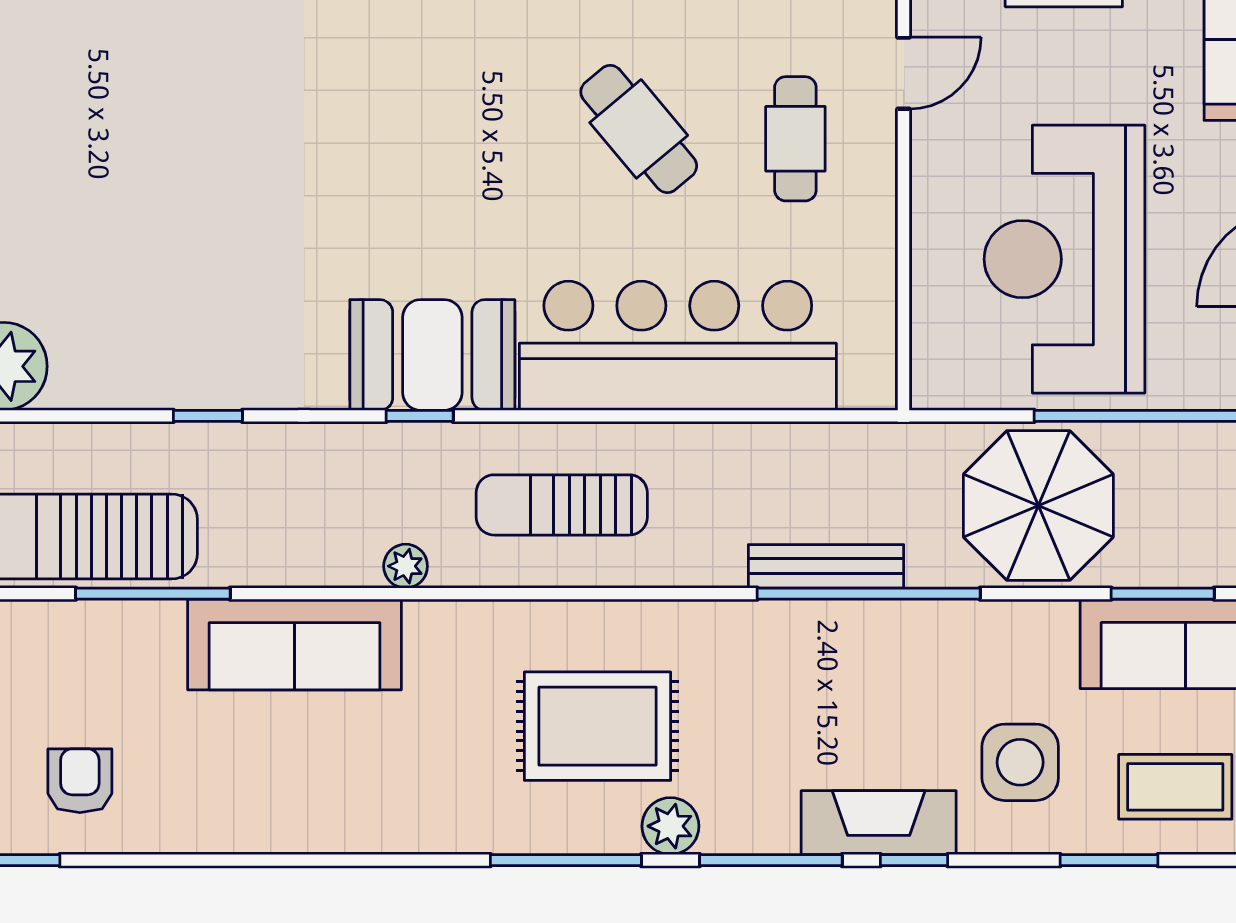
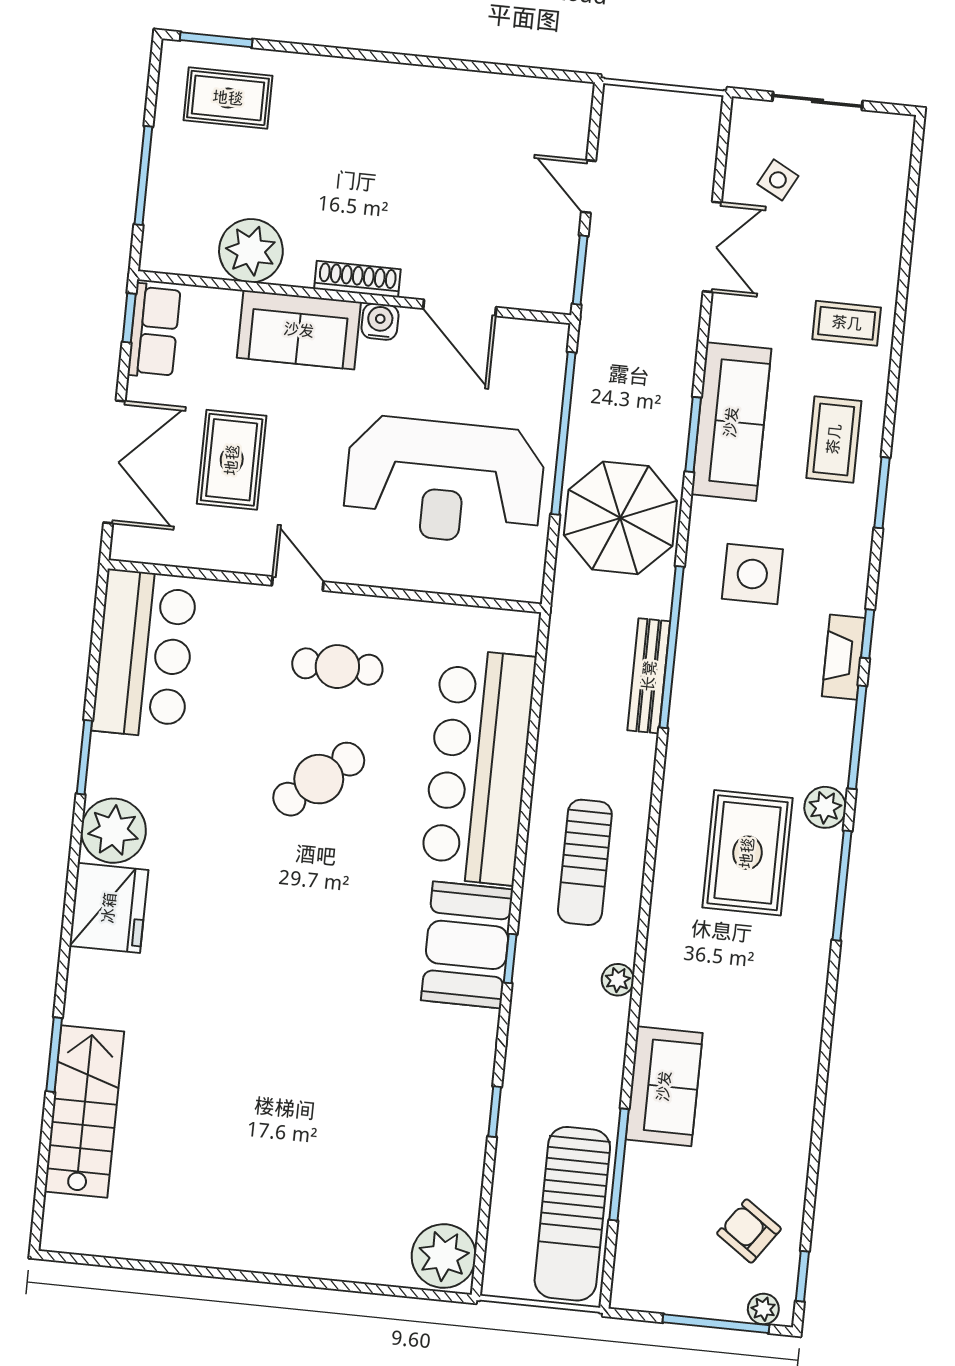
sofa: (294, 645) -> (664, 1086), width x0.73
side table: (1020, 762) -> (752, 574), moved
armchair: (80, 781) -> (749, 1231), turned 35
fireplace: (879, 823) -> (843, 657), width x0.73, depth x0.76

